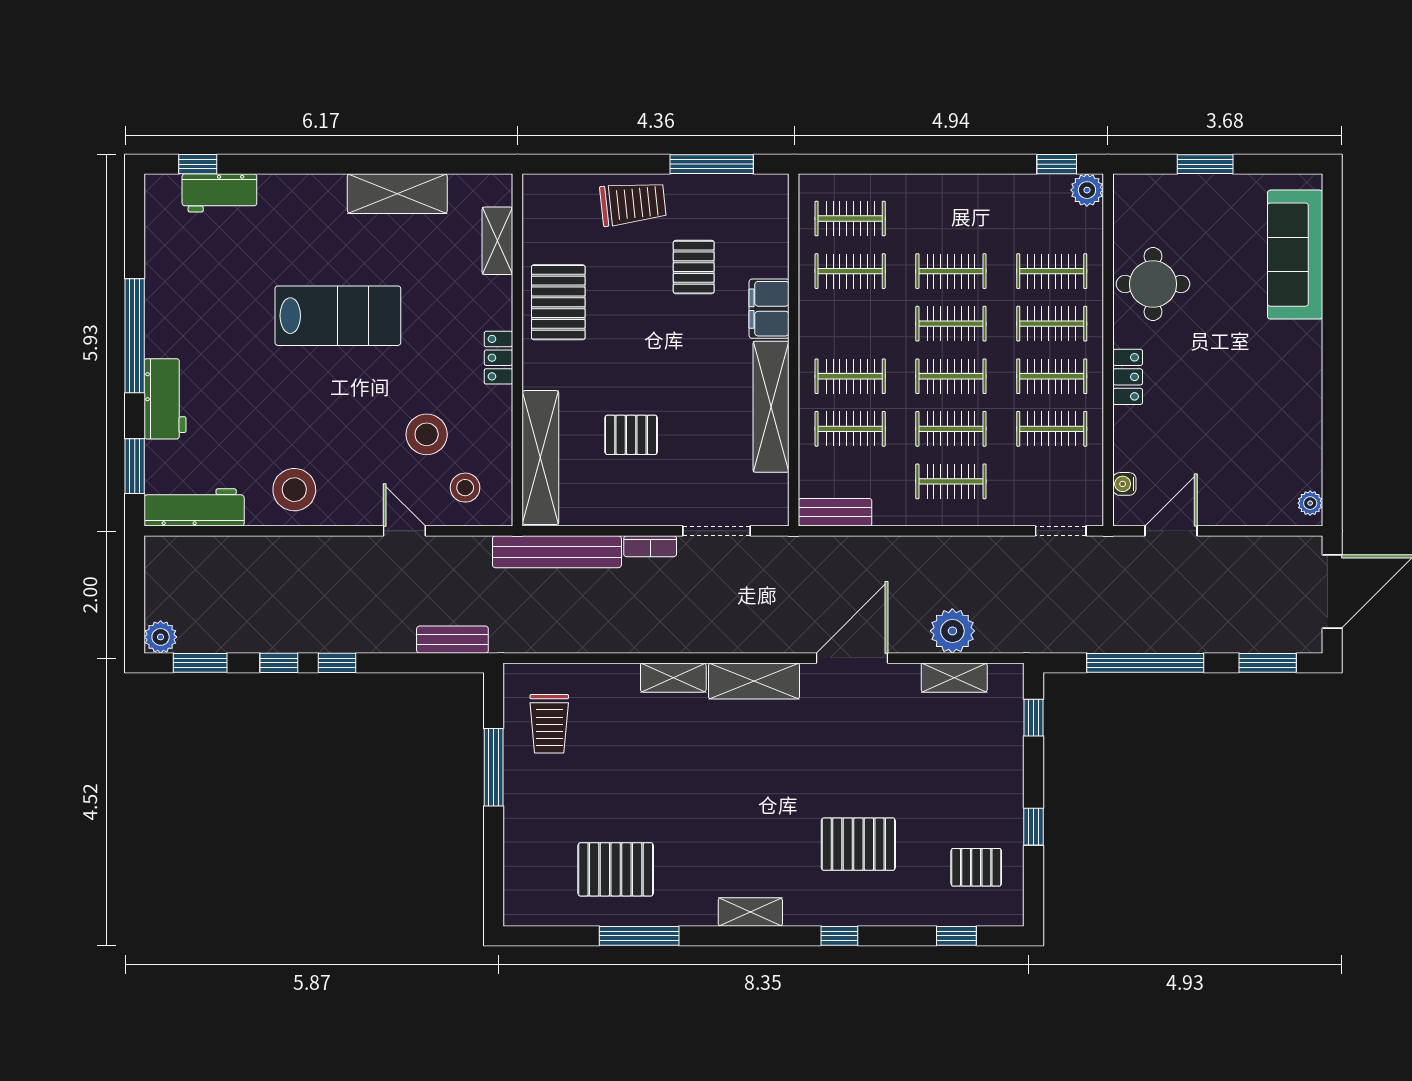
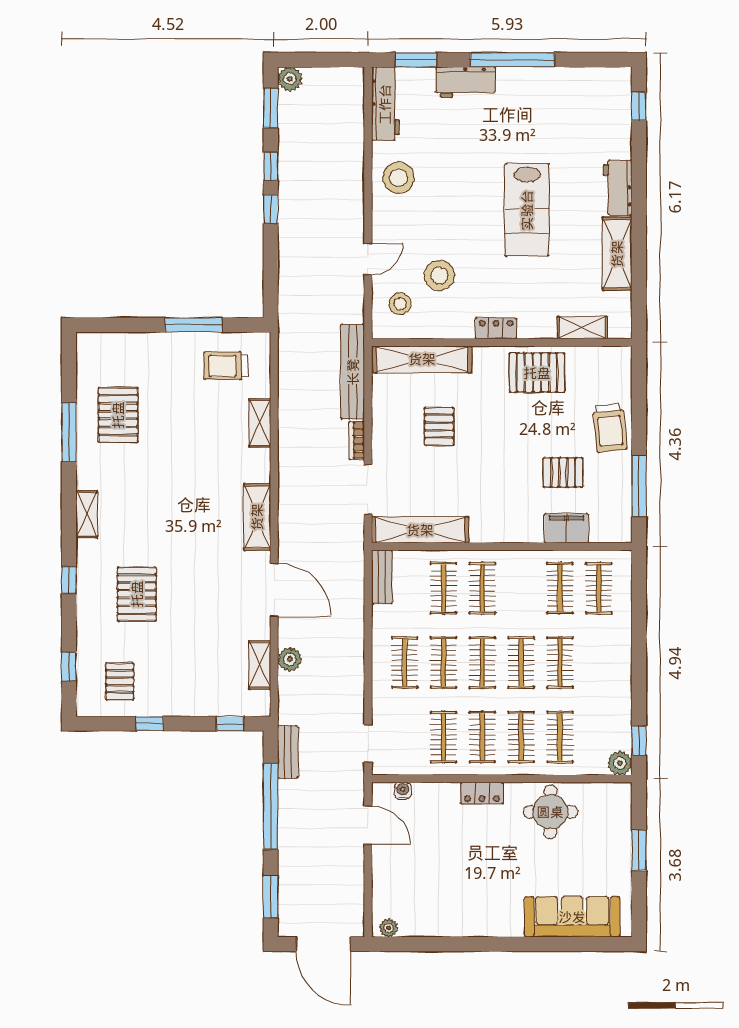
workbench: (219, 193) -> (618, 188), moved
filing cabinet: (769, 309) -> (566, 528), moved
shelving: (771, 407) -> (420, 530), moved
plant: (952, 631) -> (290, 659), width x0.73, depth x0.73
bench: (452, 640) -> (288, 752), moved
shelving: (673, 678) -> (260, 423), moved

